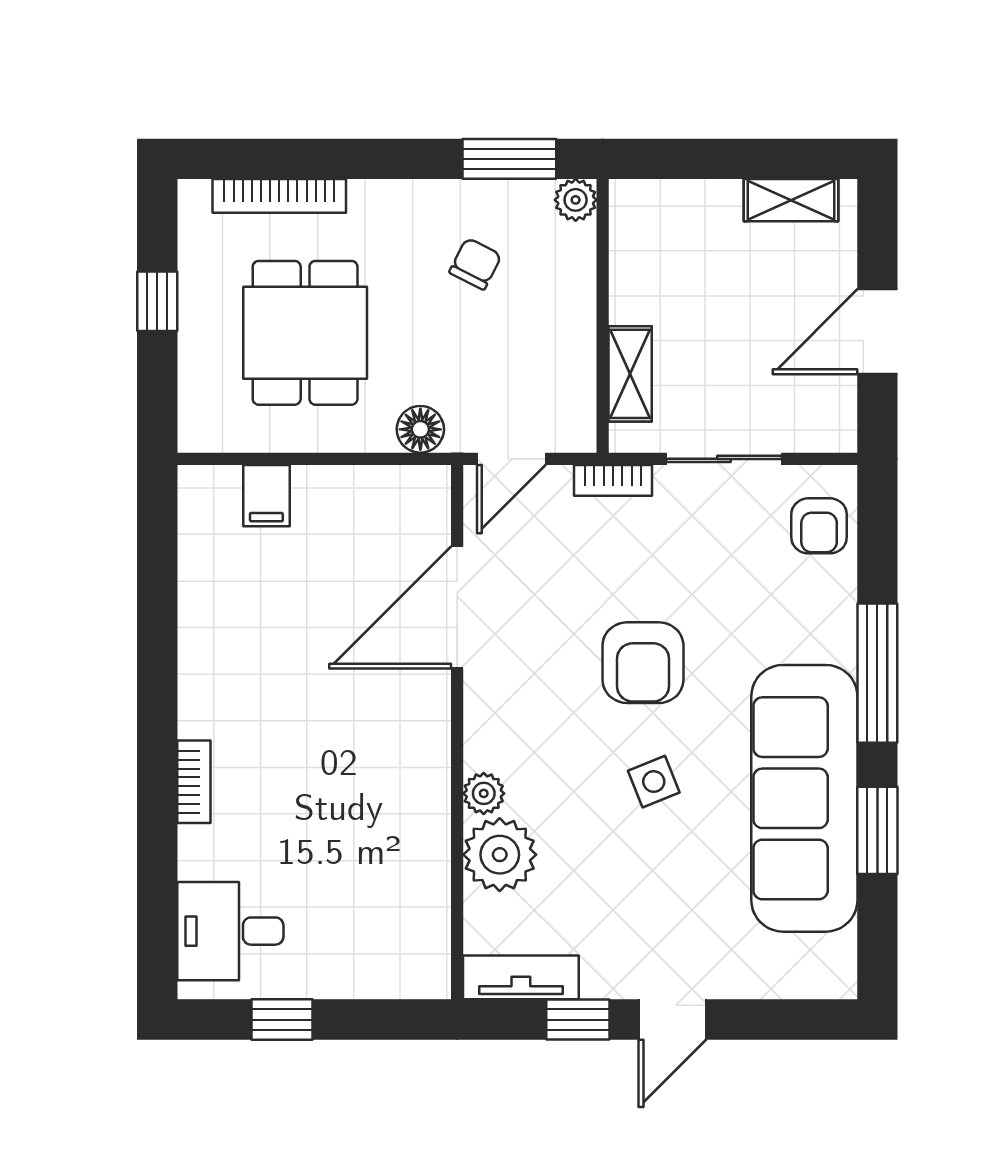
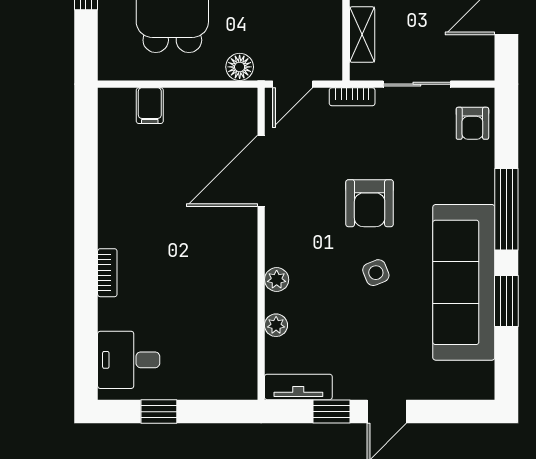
plant: (500, 855) -> (276, 325), width x0.53, depth x0.53

